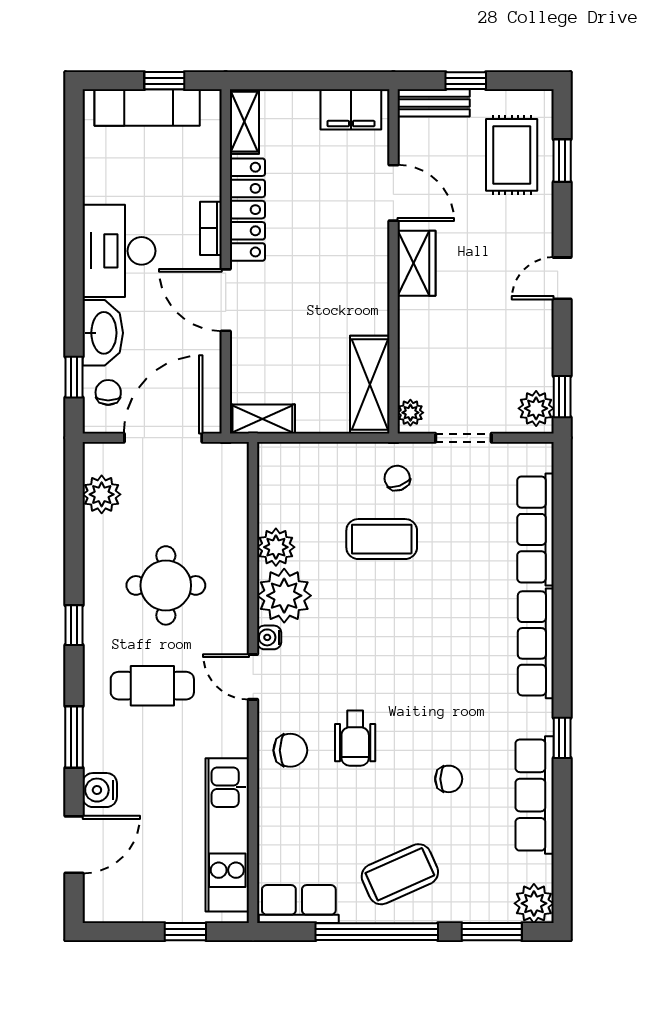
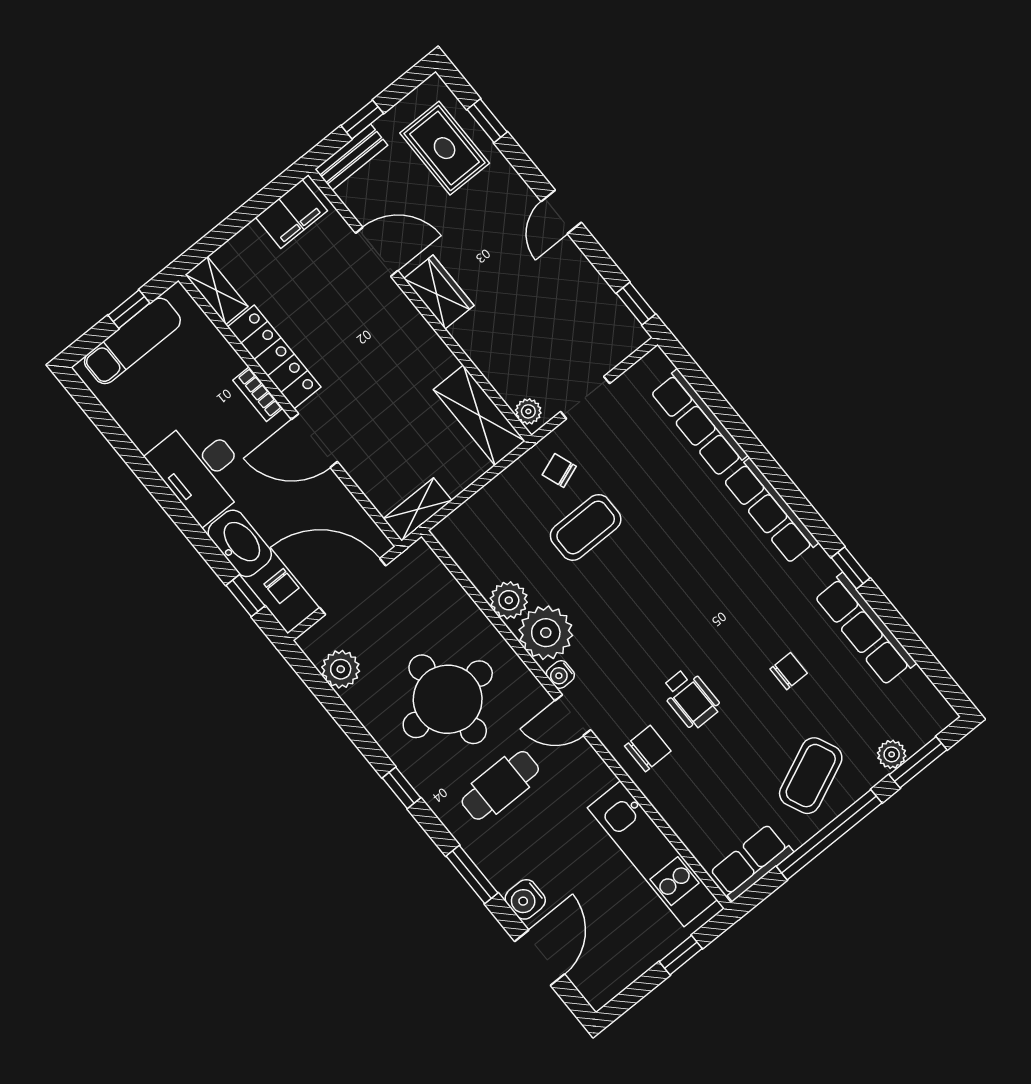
chair: (108, 392) -> (281, 586), turned 180
plant: (536, 408) -> (623, 329), removed
door: (163, 438) -> (353, 587), hinge flipped
round table: (166, 585) -> (448, 699), width x1.36, depth x1.36
plant: (534, 903) -> (892, 754), moved, width x0.73, depth x0.73

